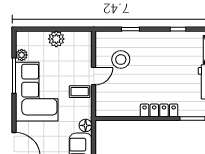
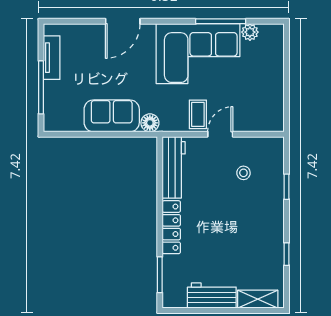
plant: (56, 39) -> (273, 81), removed
stool: (121, 59) -> (243, 173), width x0.53, depth x0.53
door: (94, 76) -> (220, 134), swing flipped
workbench: (117, 109) -> (174, 167), added

